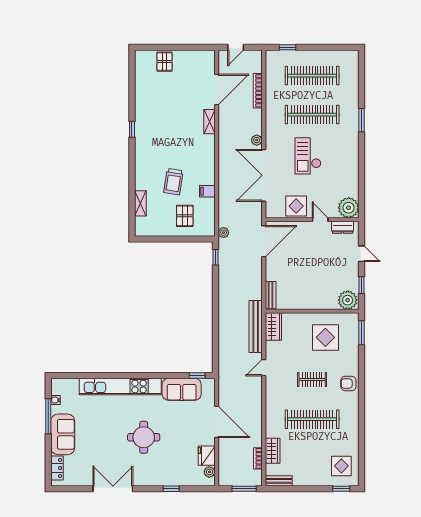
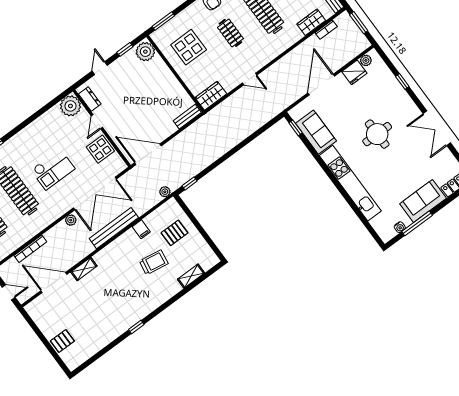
bench: (256, 327) -> (114, 228), moved

